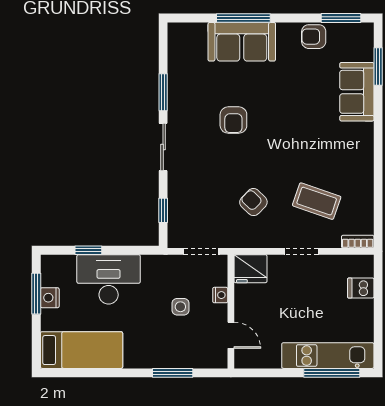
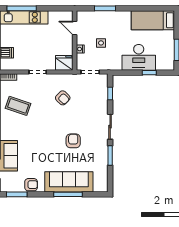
sofa: (242, 42) -> (69, 182), width x1.36
coffee table: (317, 201) -> (18, 106), moved
nightstand: (50, 298) -> (170, 48), removed

